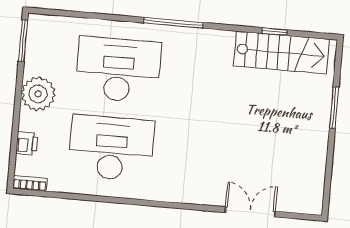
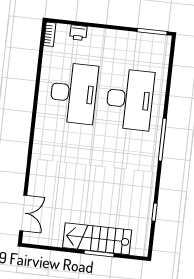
stairs: (281, 52) -> (97, 239), moved, turned 90
plant: (38, 94) -> (114, 42), removed
double door: (250, 212) -> (23, 213), moved

